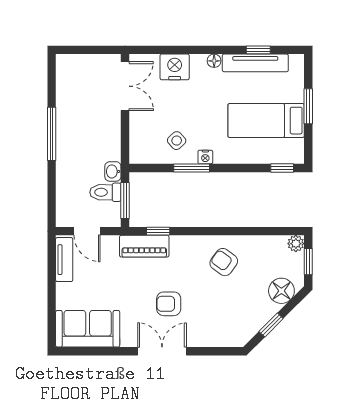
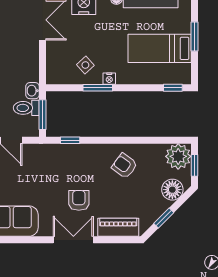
plant: (296, 244) -> (178, 156), width x1.88, depth x1.88
piano: (144, 246) -> (118, 227), moved, turned 180
armchair: (169, 304) -> (79, 200), turned 90

